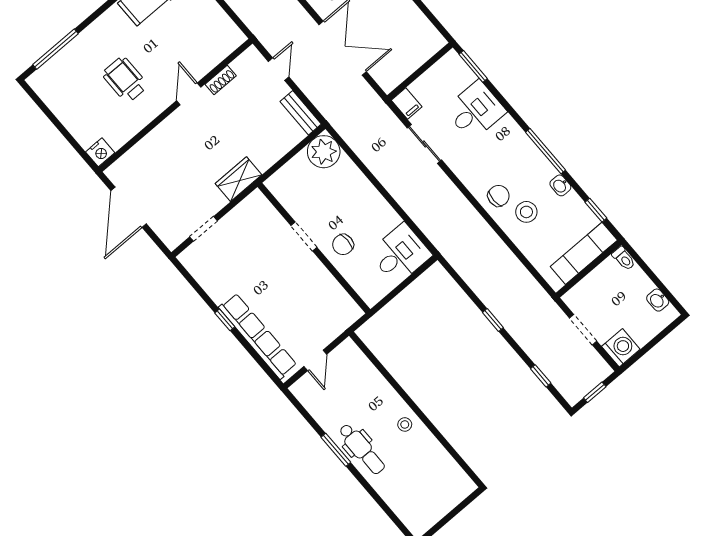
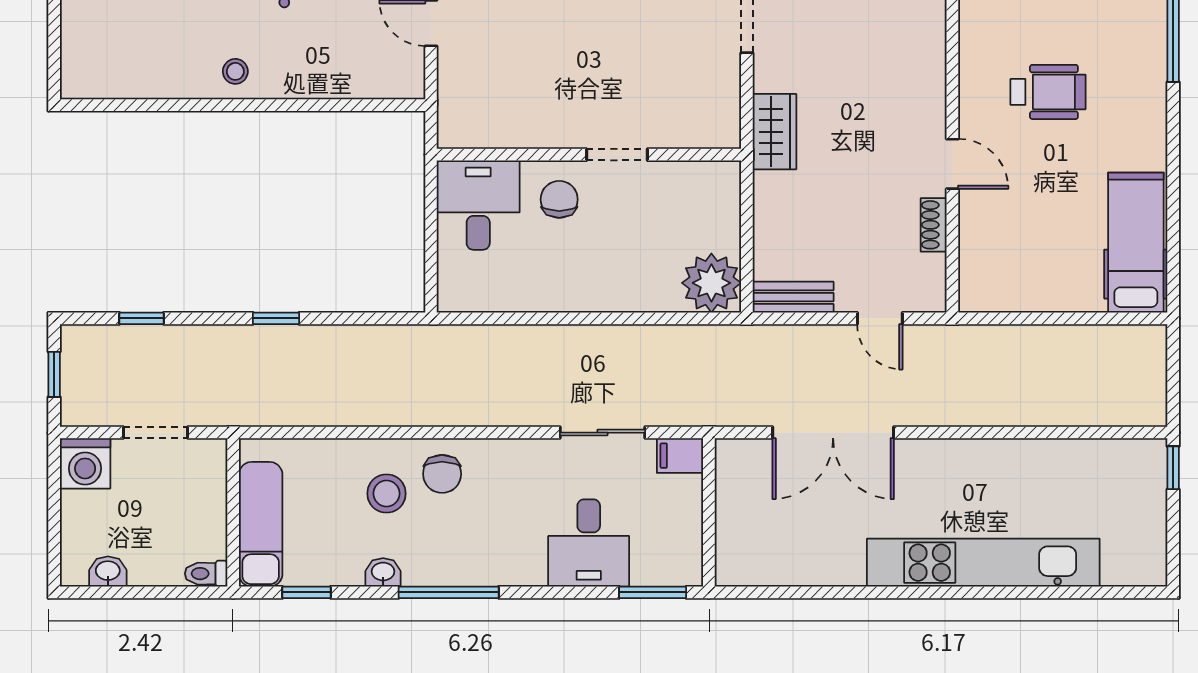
desk: (400, 254) -> (478, 205), moved, turned 180

